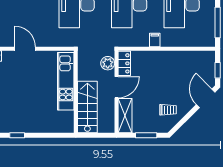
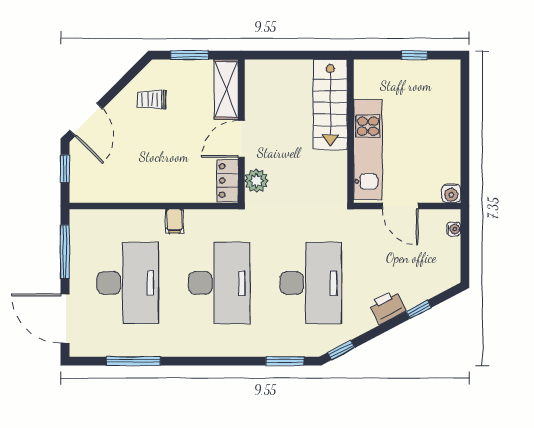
kitchen unit: (66, 81) -> (368, 149), moved
wall: (76, 92) -> (350, 131), moved
stairs: (87, 107) -> (330, 105), moved

